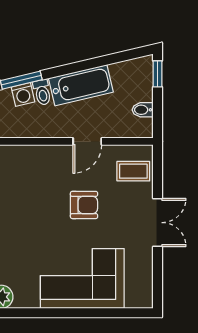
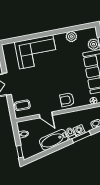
door: (87, 141) -> (46, 115), swing flipped
armchair: (84, 205) -> (67, 100), moved

